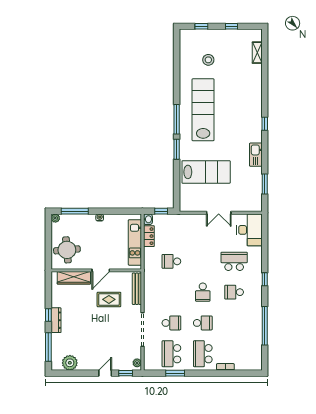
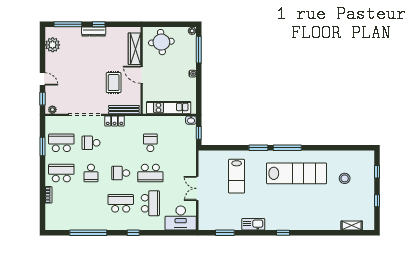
lab bench: (206, 172) -> (237, 176), width x0.73, depth x0.72
locker: (149, 236) -> (115, 121), moved
school desk: (203, 261) -> (150, 173), added
school desk: (234, 292) -> (121, 203), width x1.85
school desk: (171, 323) -> (91, 143), turned 90

